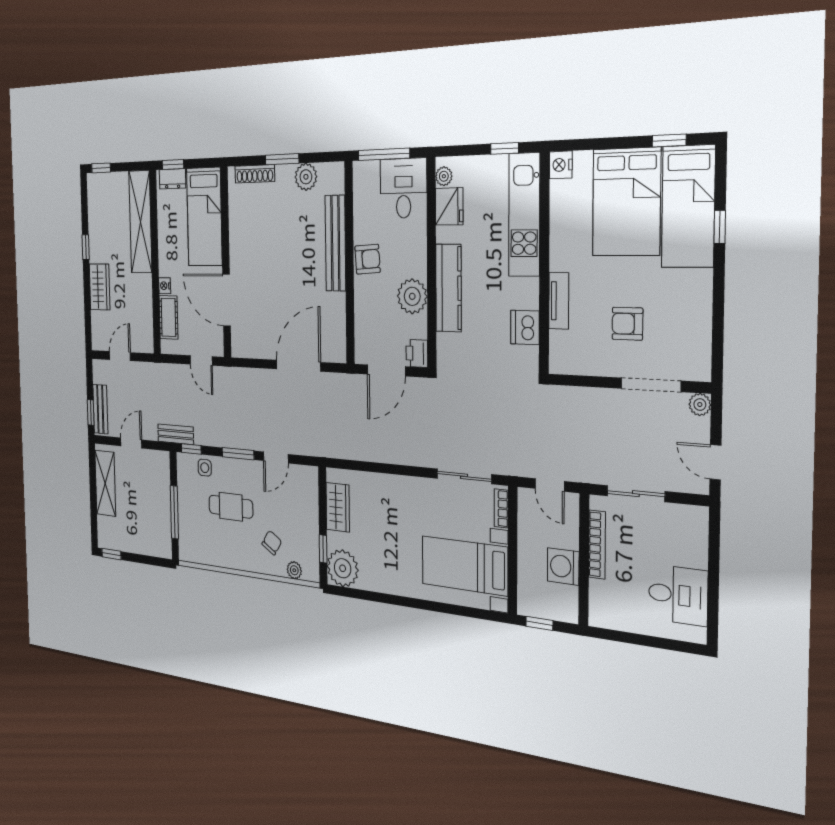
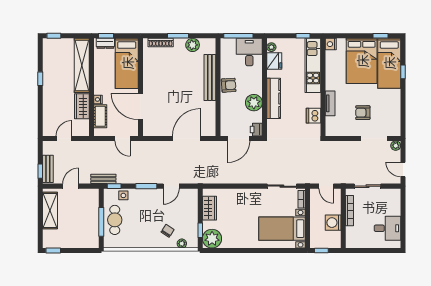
wardrobe: (100, 287) -> (82, 106), moved, turned 180
cafe table: (231, 507) -> (115, 220), moved, turned 90

